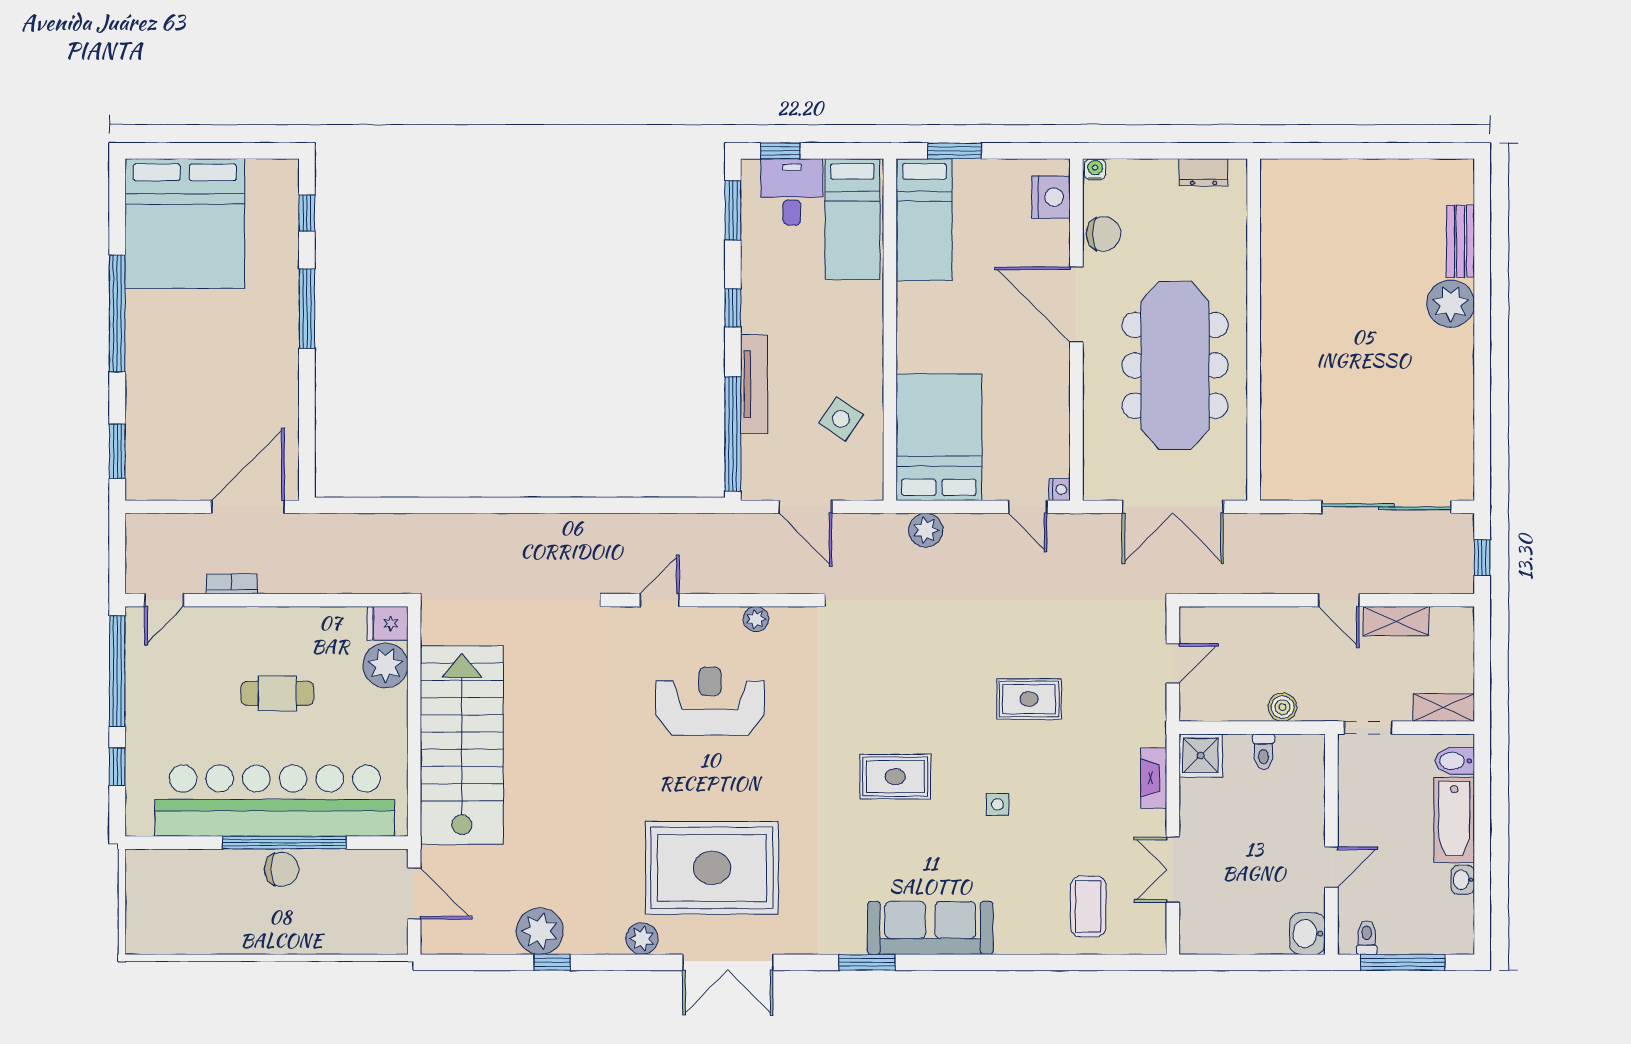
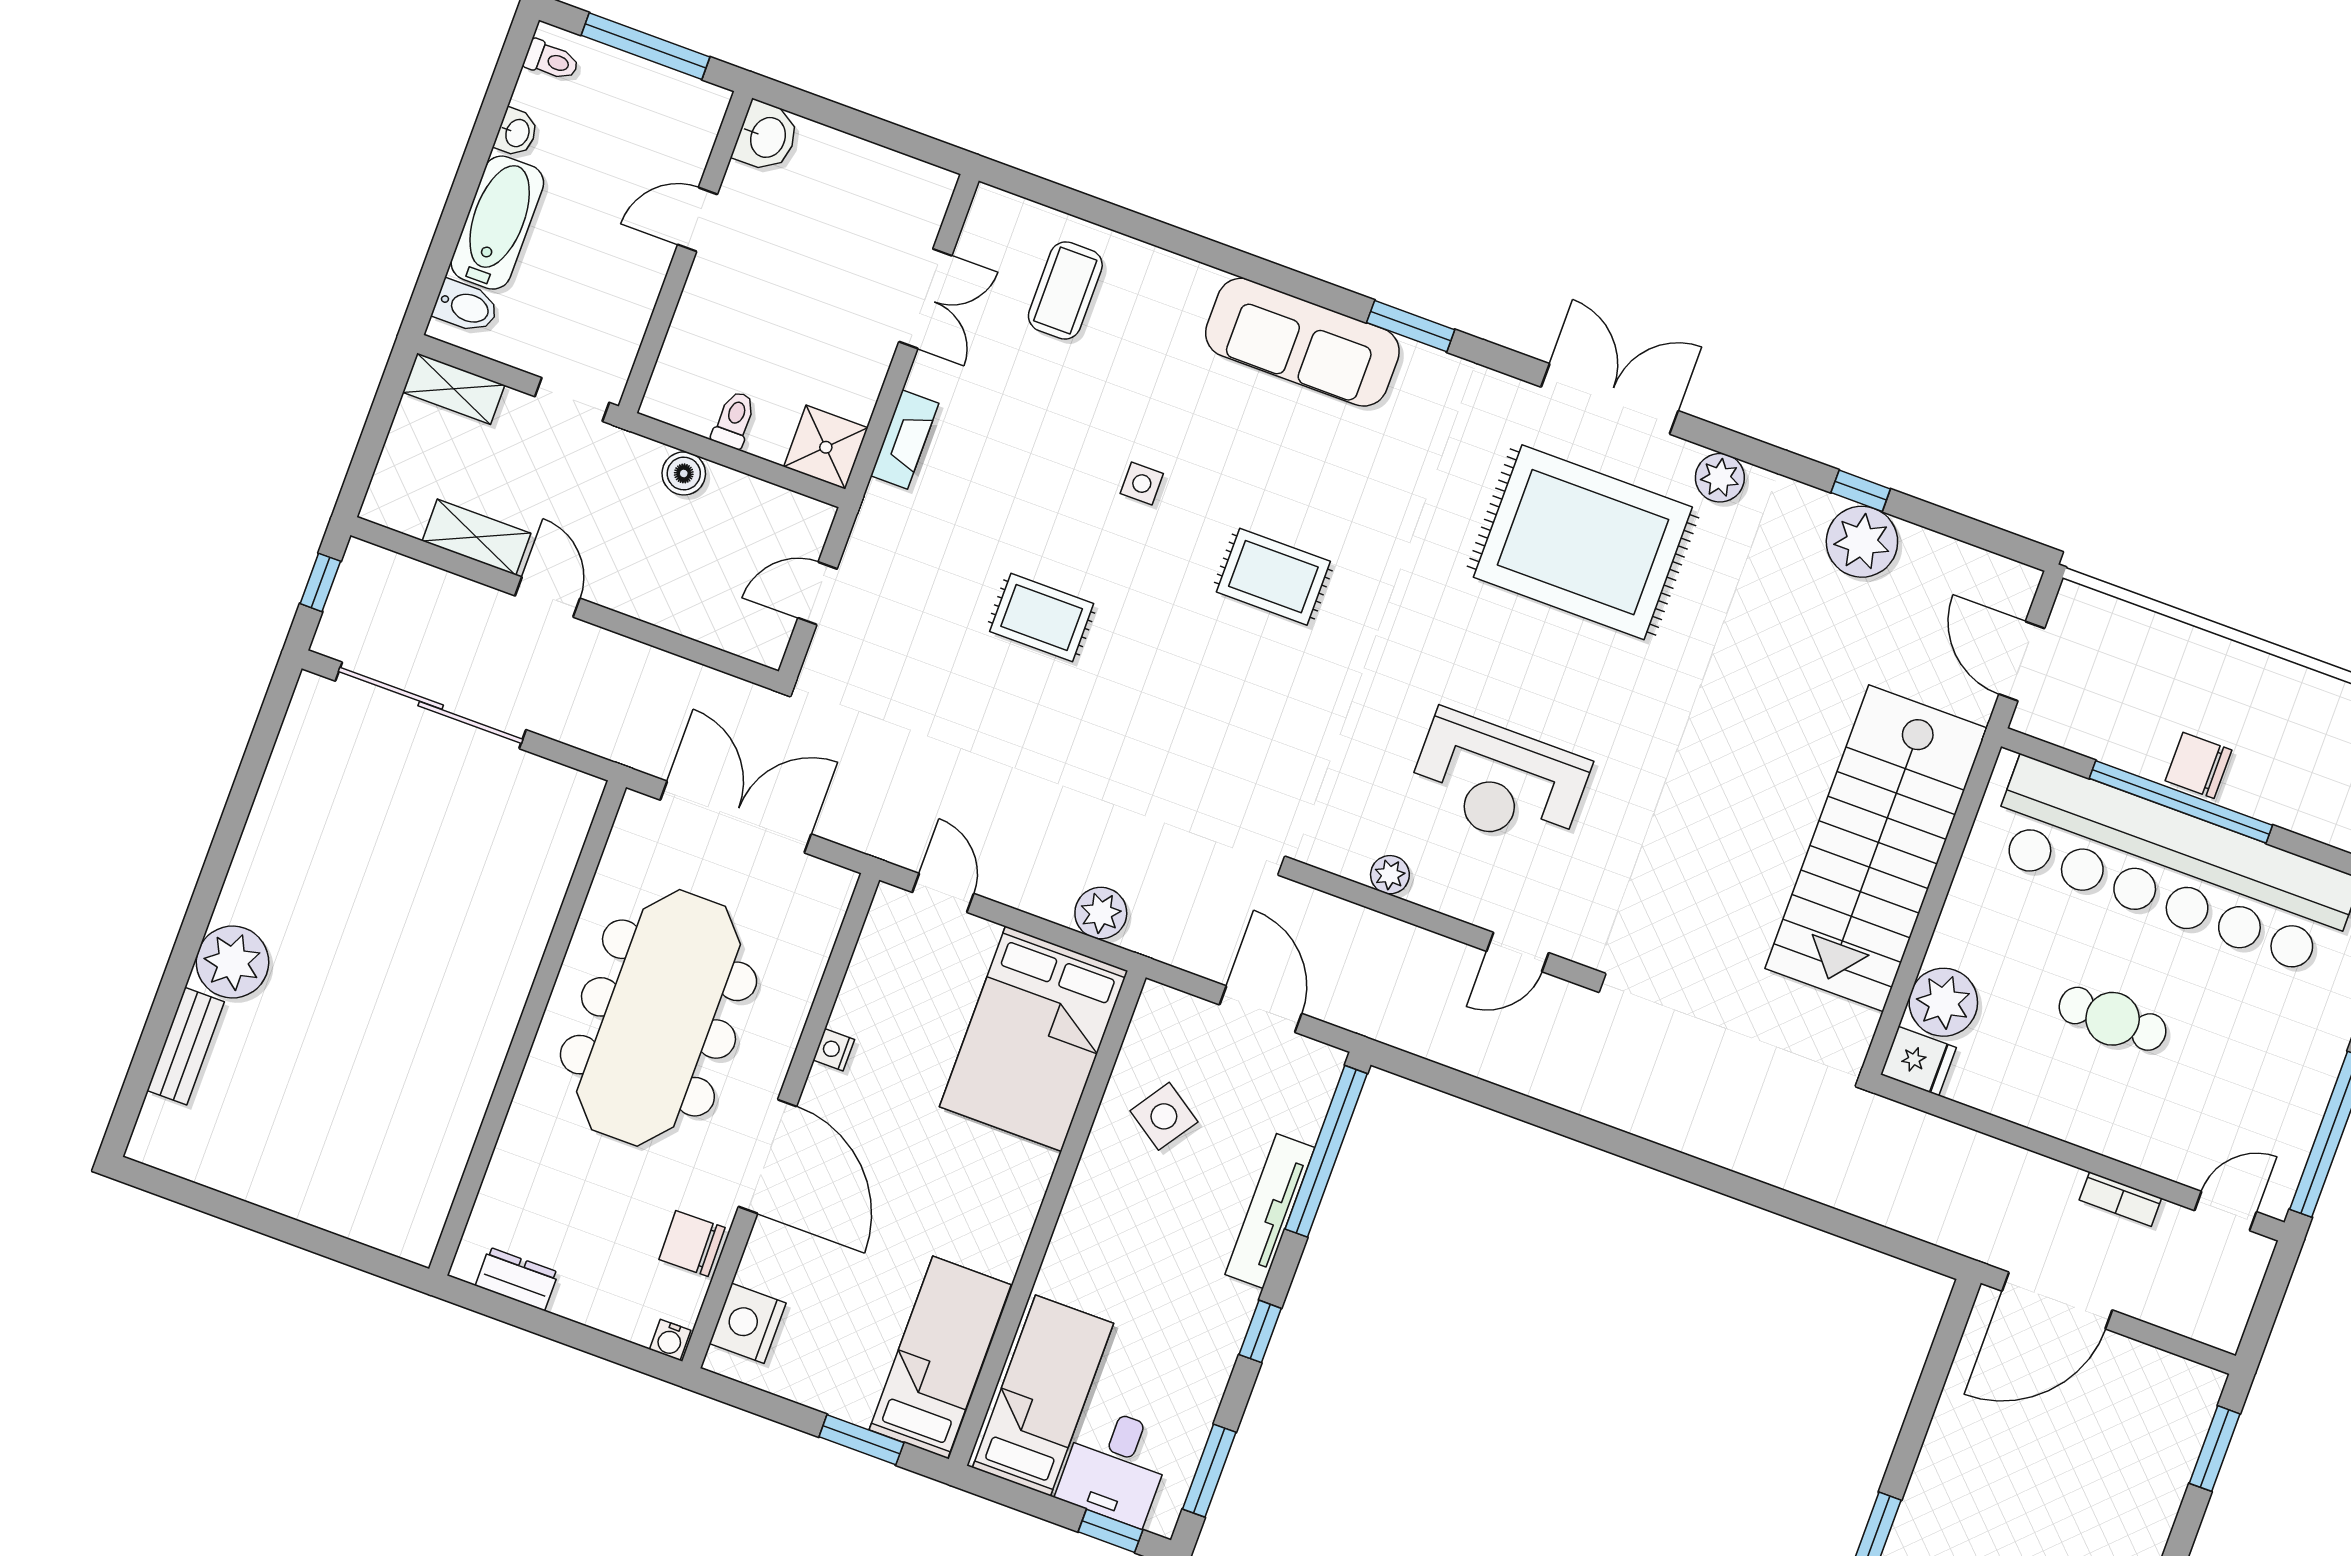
nightstand: (1060, 490) -> (834, 1050), moved
toilet: (1367, 938) -> (551, 60), moved, turned -90

